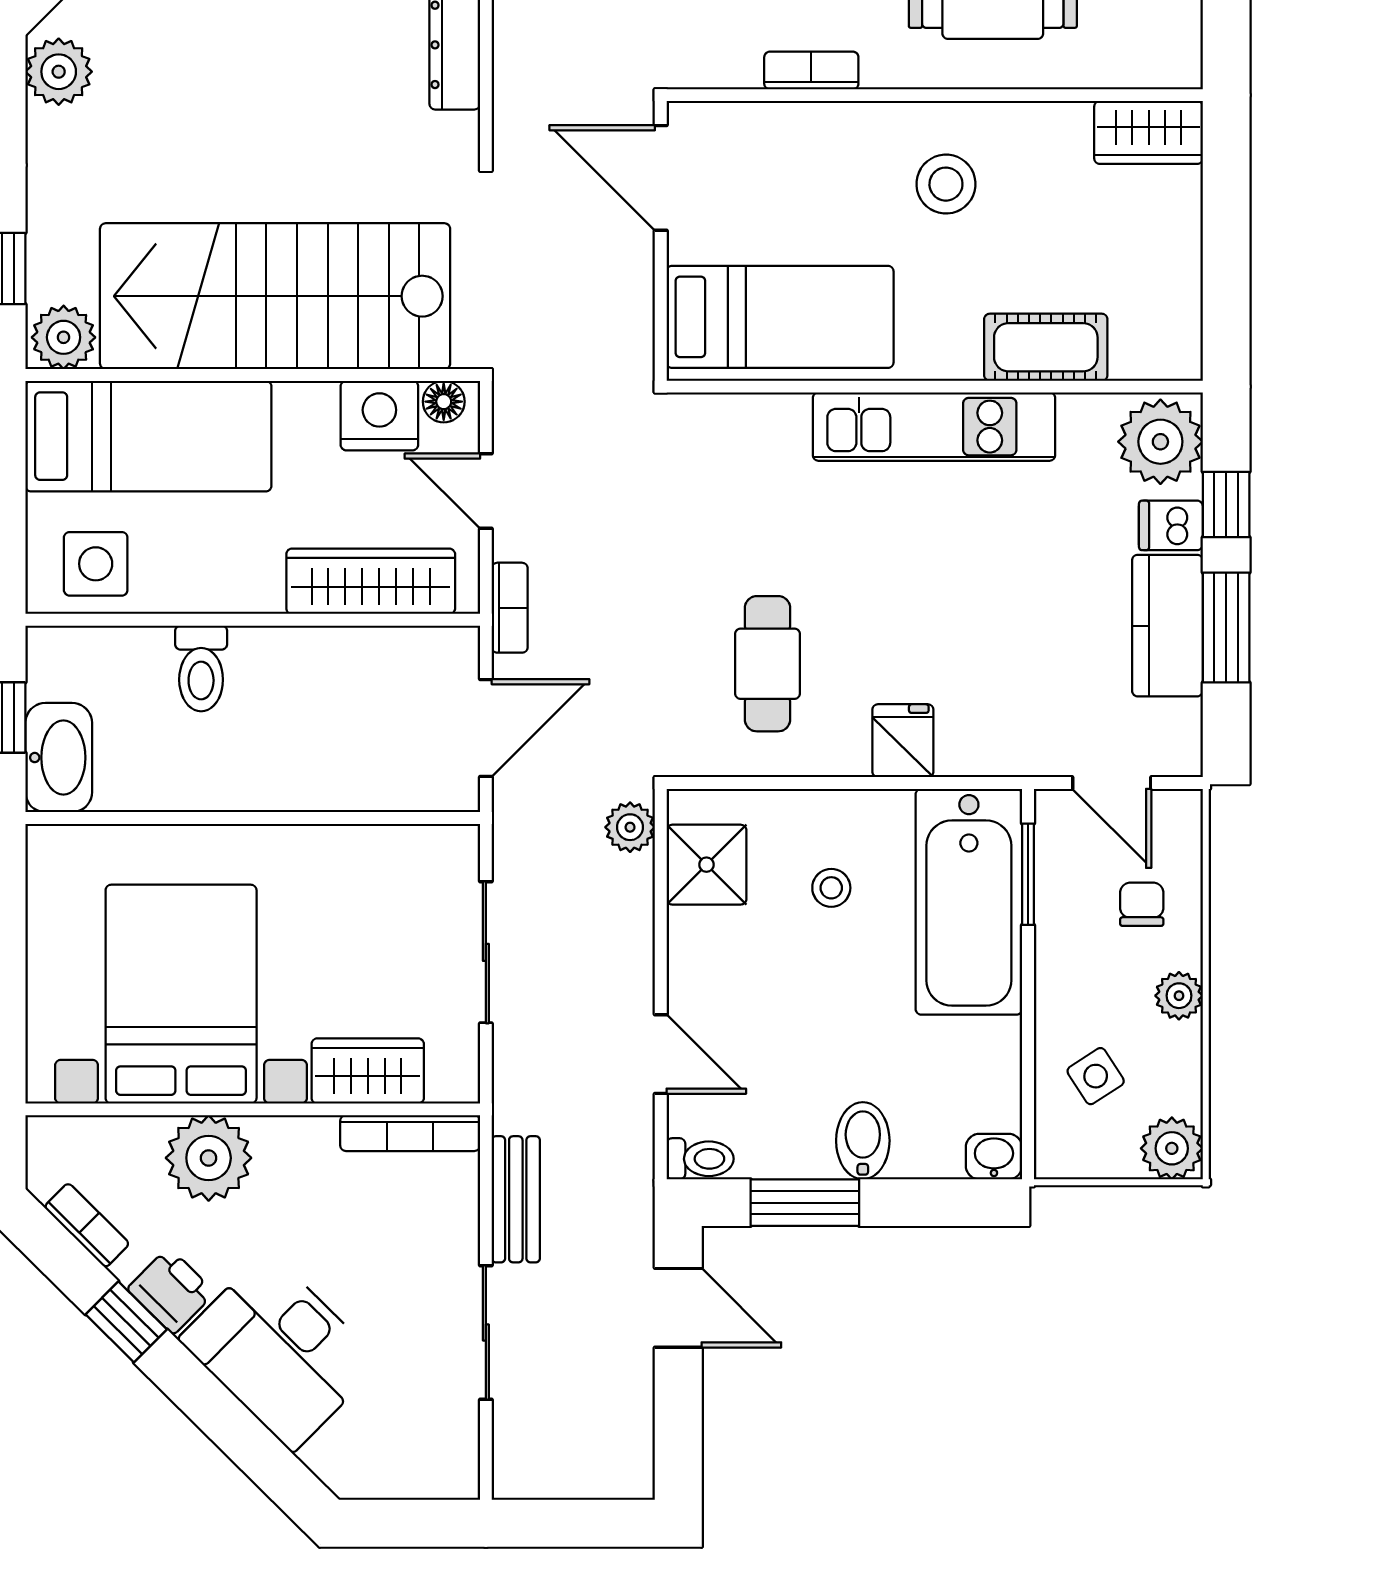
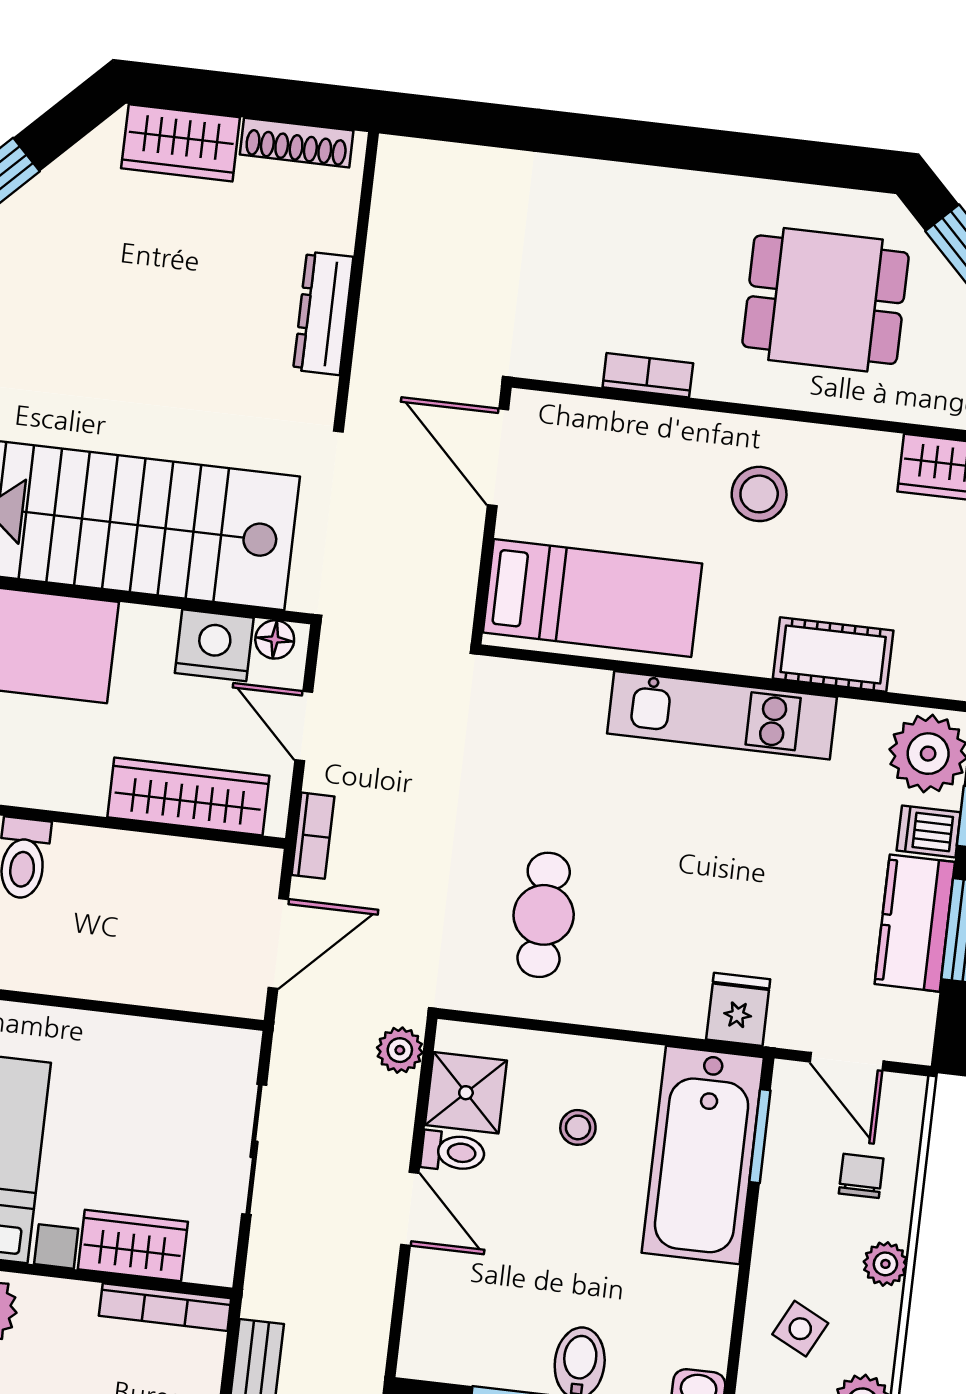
fridge: (903, 741) -> (738, 1009), moved
door: (661, 1054) -> (410, 1209), moved
side table: (1096, 1076) -> (800, 1329), turned -30
toilet: (700, 1159) -> (453, 1152), moved

